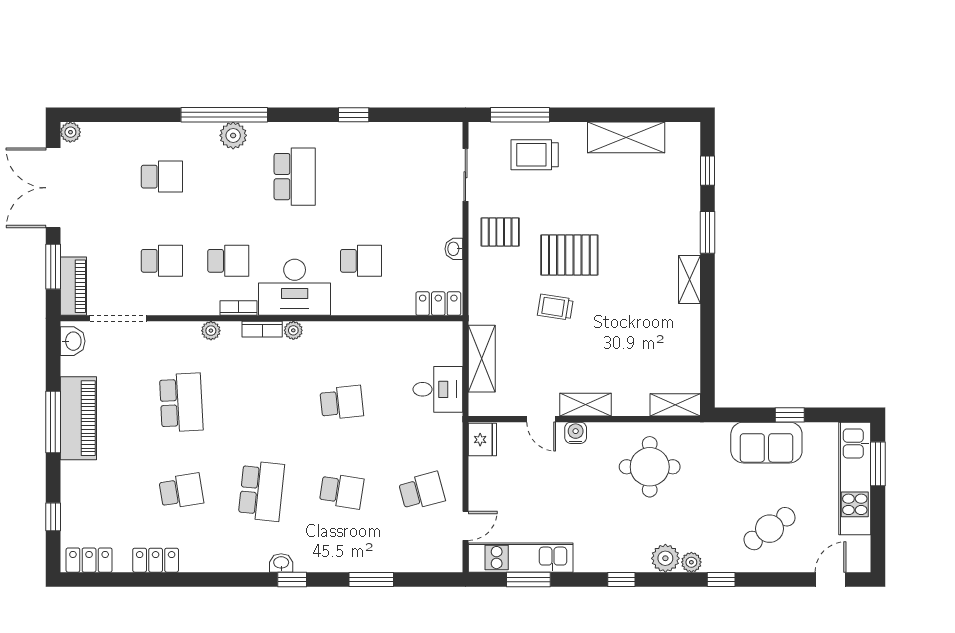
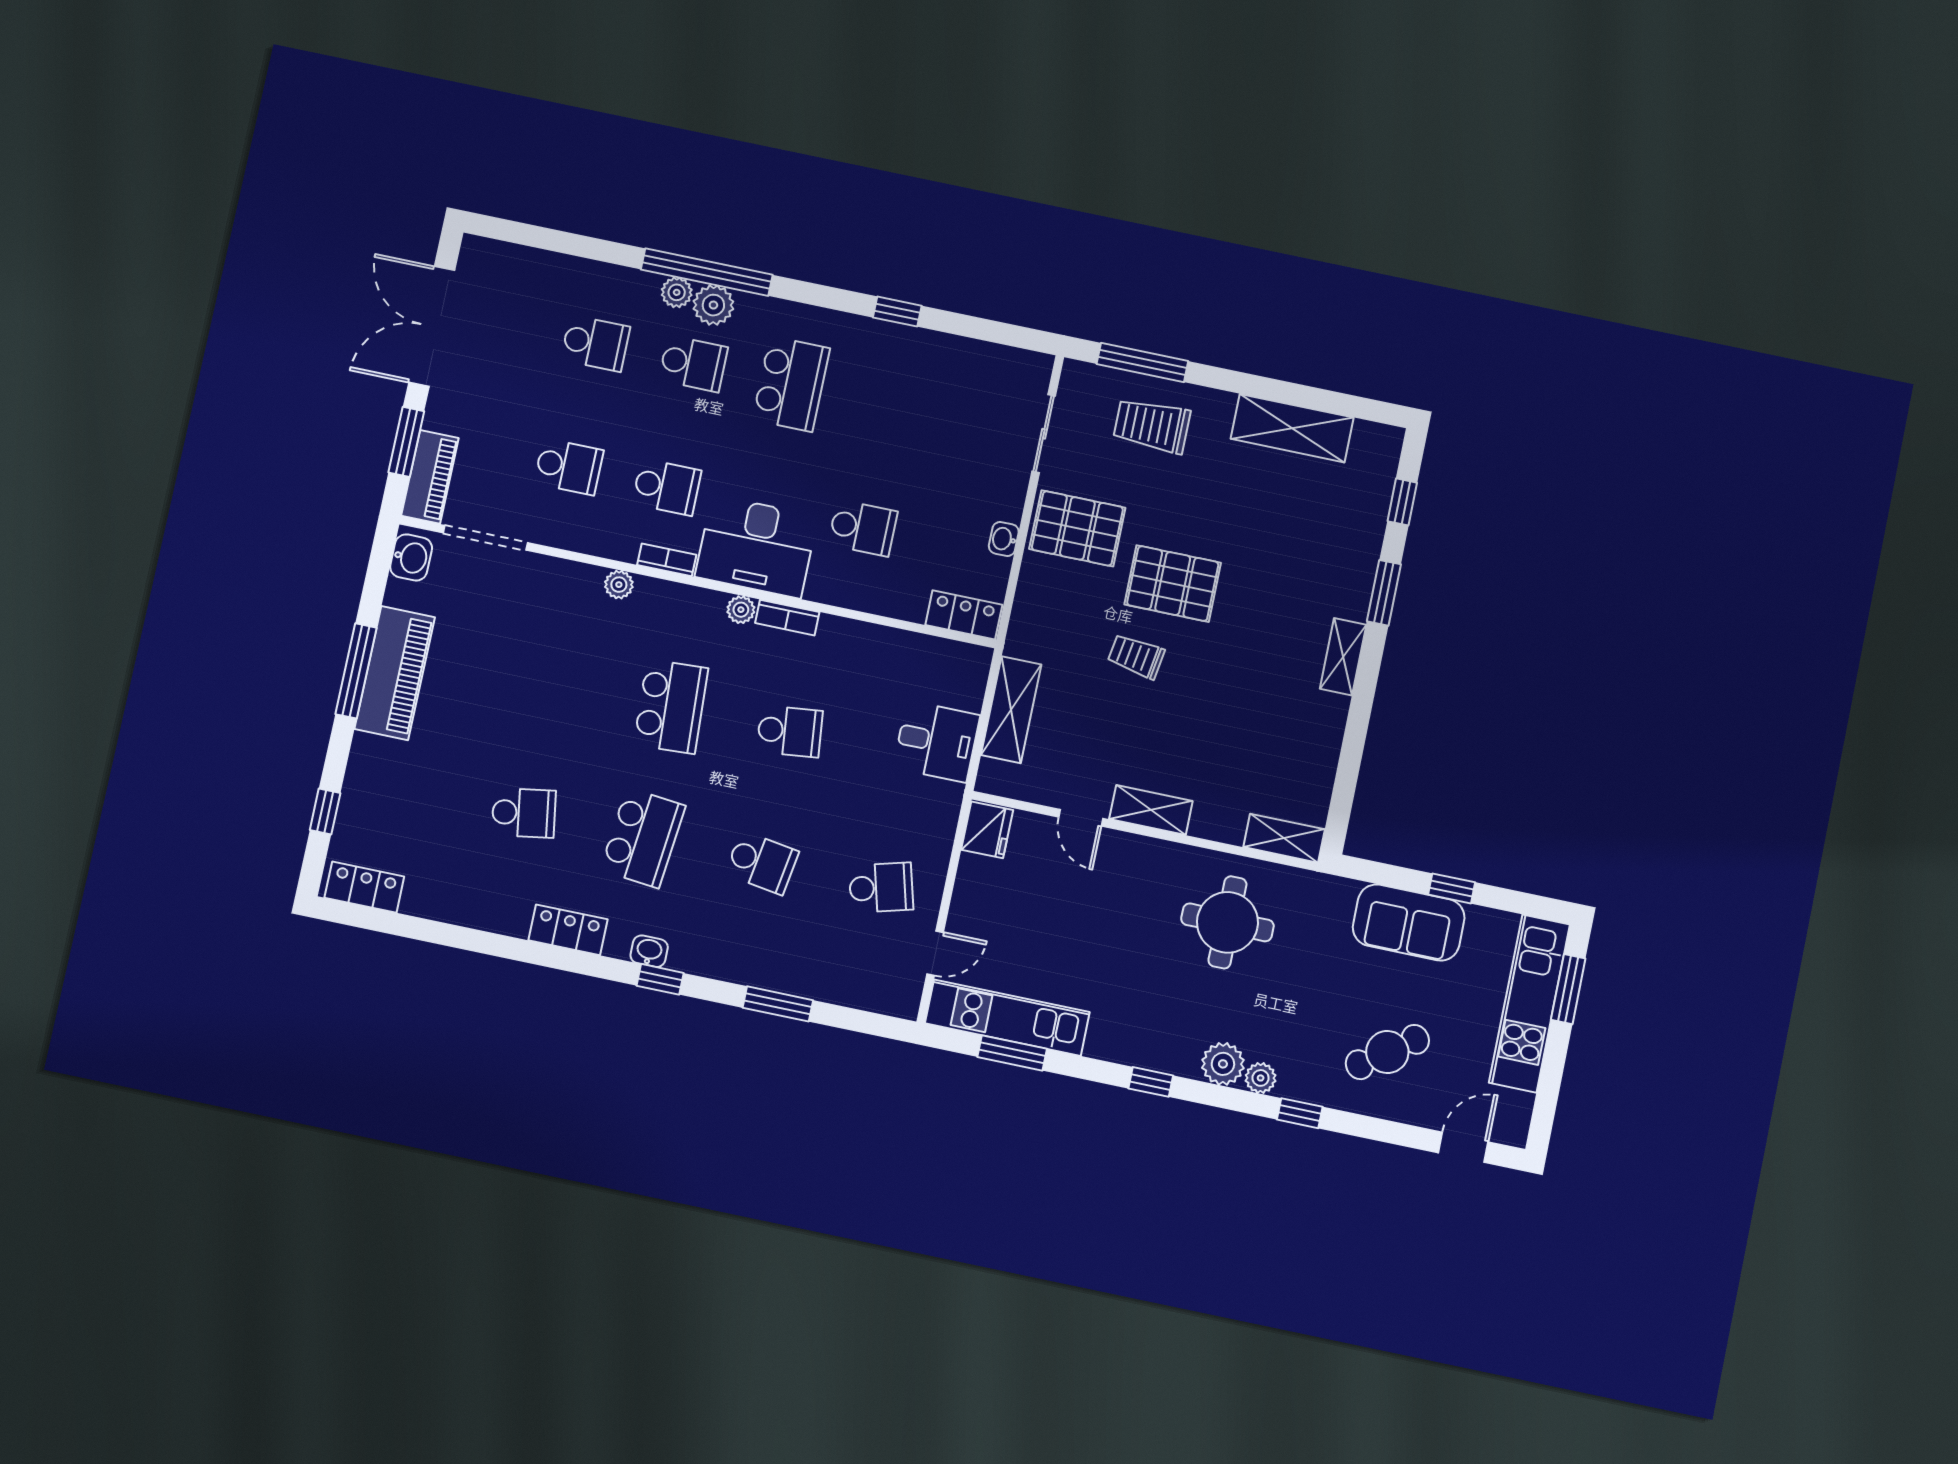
plant: (70, 132) -> (677, 292), moved
school desk: (228, 177) -> (693, 364), added
pallet: (500, 232) -> (1077, 528), width x1.50, depth x1.42
bookcase: (262, 329) -> (787, 618), moved
school desk: (181, 402) -> (671, 706), moved
water cooler: (576, 433) -> (1128, 849), removed
locker: (156, 560) -> (568, 930), moved

